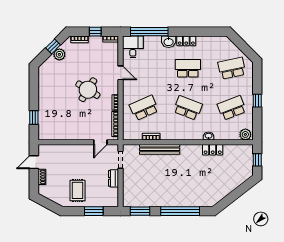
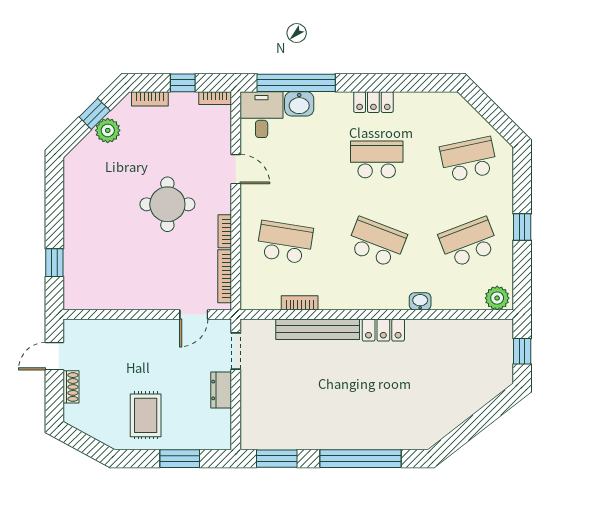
washbasin: (169, 42) -> (299, 104), moved
round table: (88, 90) -> (167, 204), turned -32
school desk: (144, 108) -> (285, 242), turned 33
locker: (213, 150) -> (383, 330), moved

